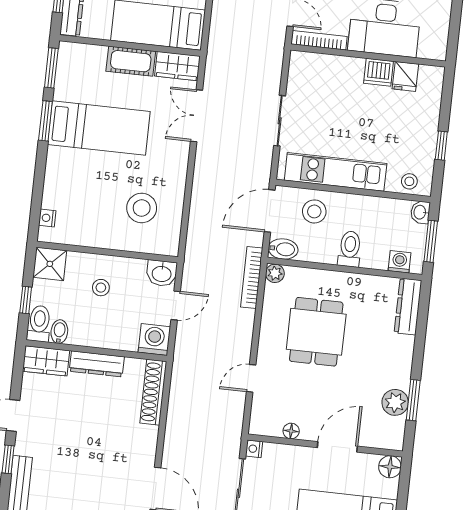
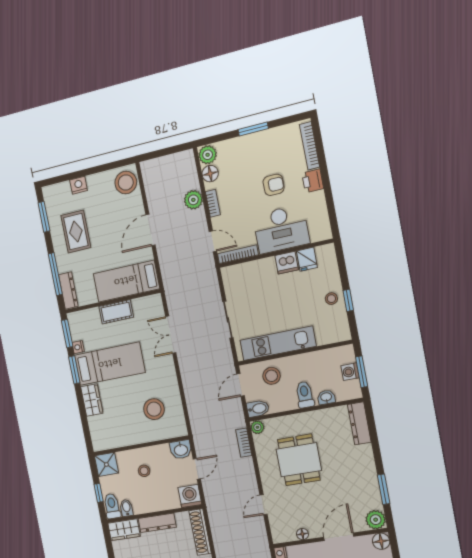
wardrobe: (177, 66) -> (92, 400), moved, turned -90
stool: (409, 181) -> (331, 299), moved
door: (270, 211) -> (240, 385), width x0.73
washbasin: (420, 212) -> (326, 397), moved, turned 90
nightstand: (47, 218) -> (78, 347), moved
washing machine: (400, 262) -> (350, 372), moved, turned -90
bookcase: (252, 277) -> (244, 443), width x0.64
plant: (395, 402) -> (376, 520), moved

